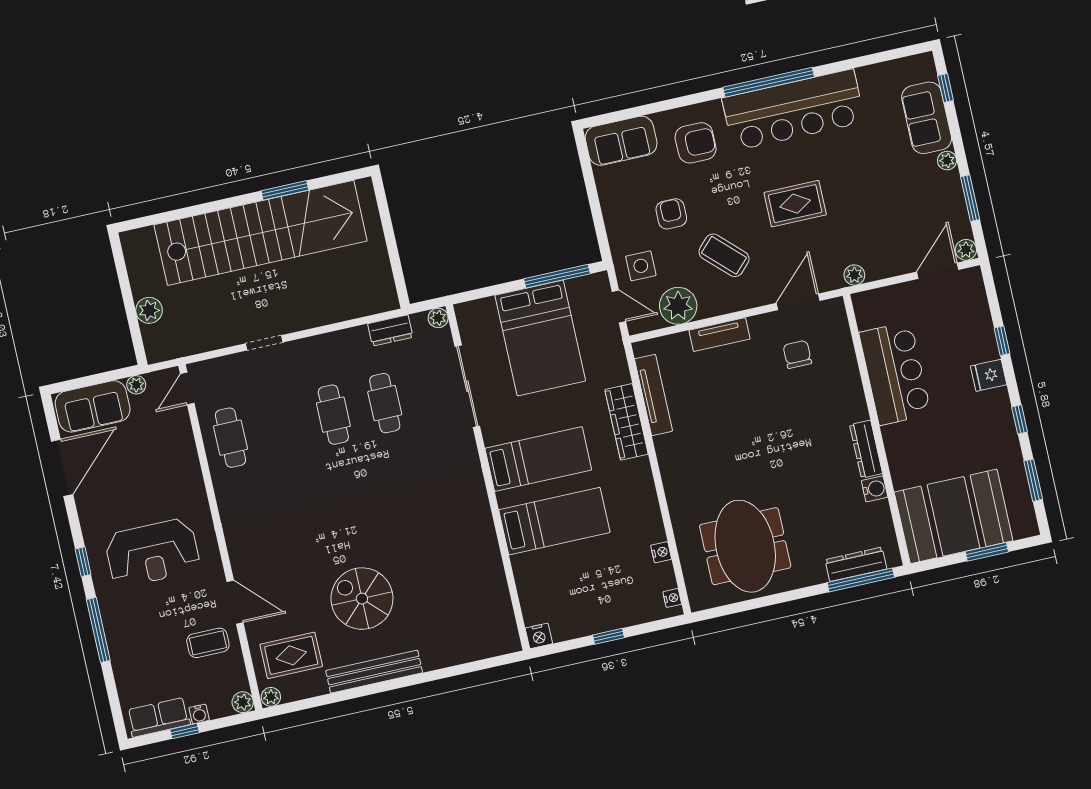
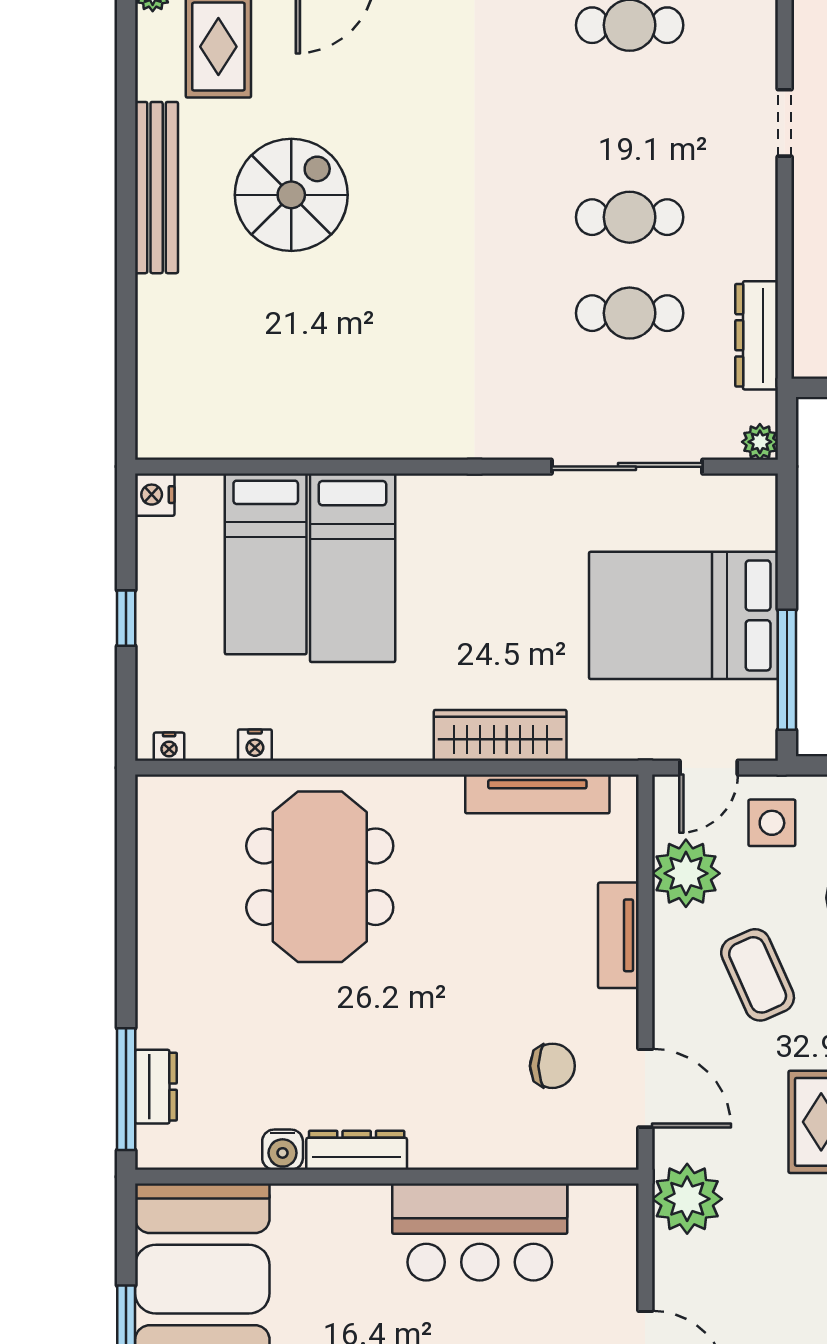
coffee table: (724, 255) -> (758, 975), turned -68
plant: (854, 275) -> (687, 1199), width x1.87, depth x1.87
dresser: (390, 330) -> (757, 335), width x1.44
bed: (538, 459) -> (266, 564), moved
meeting table: (745, 546) -> (320, 877), moved, turned 90
dresser: (856, 564) -> (156, 1087), width x0.70

